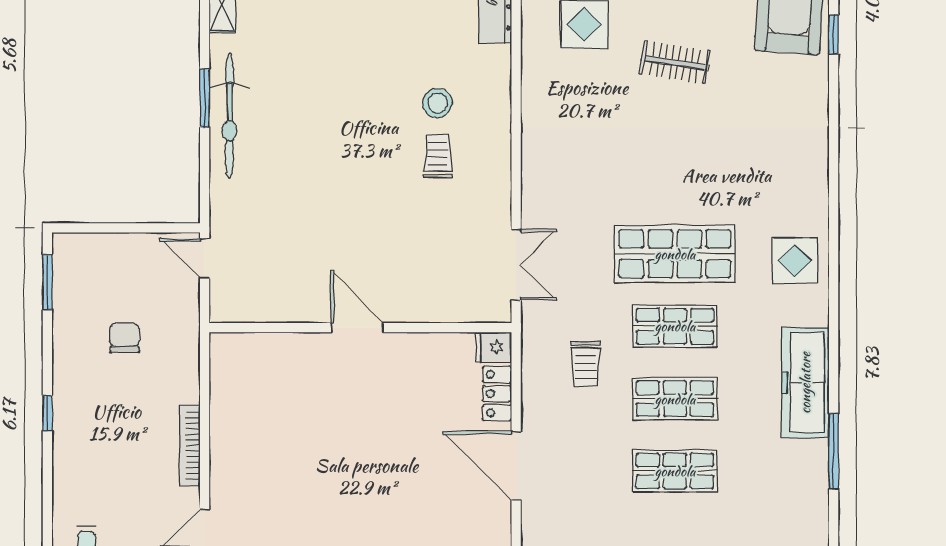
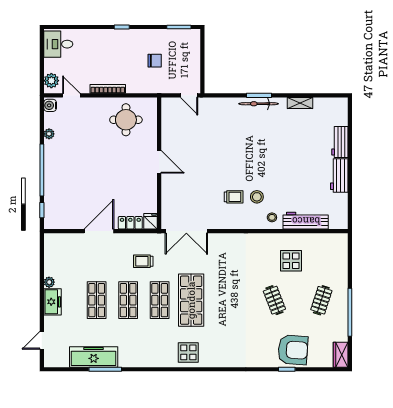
clothes rail: (675, 62) -> (274, 300), turned -30
stool: (485, 68) -> (272, 217), added
bicycle: (229, 116) -> (259, 104), width x0.73, depth x0.71
door: (205, 258) -> (189, 95), swing flipped
double door: (516, 265) -> (186, 231), width x1.37
door: (357, 328) -> (159, 162), hinge flipped
freezer: (805, 383) -> (94, 357), moved
round table: (260, 404) -> (126, 120), added

